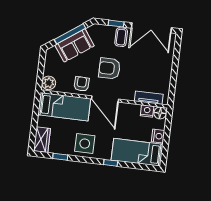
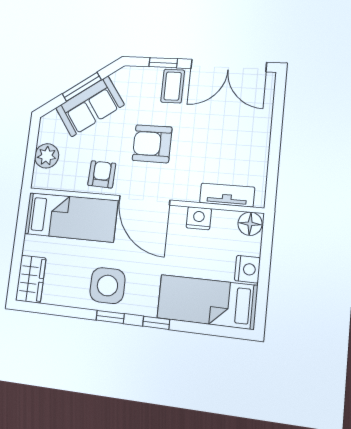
window: (70, 34) -> (82, 87), width x0.69
plant: (49, 83) -> (47, 156), moved
nightstand: (147, 111) -> (199, 218), moved
window: (60, 157) -> (110, 317), moved

